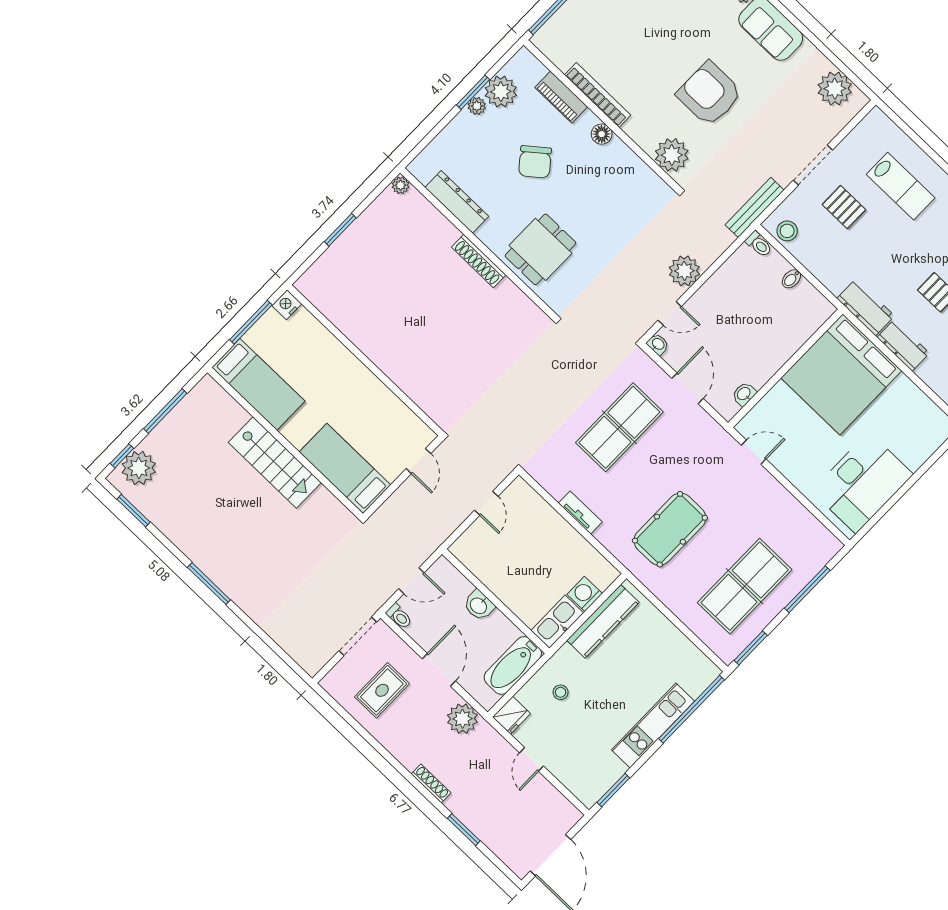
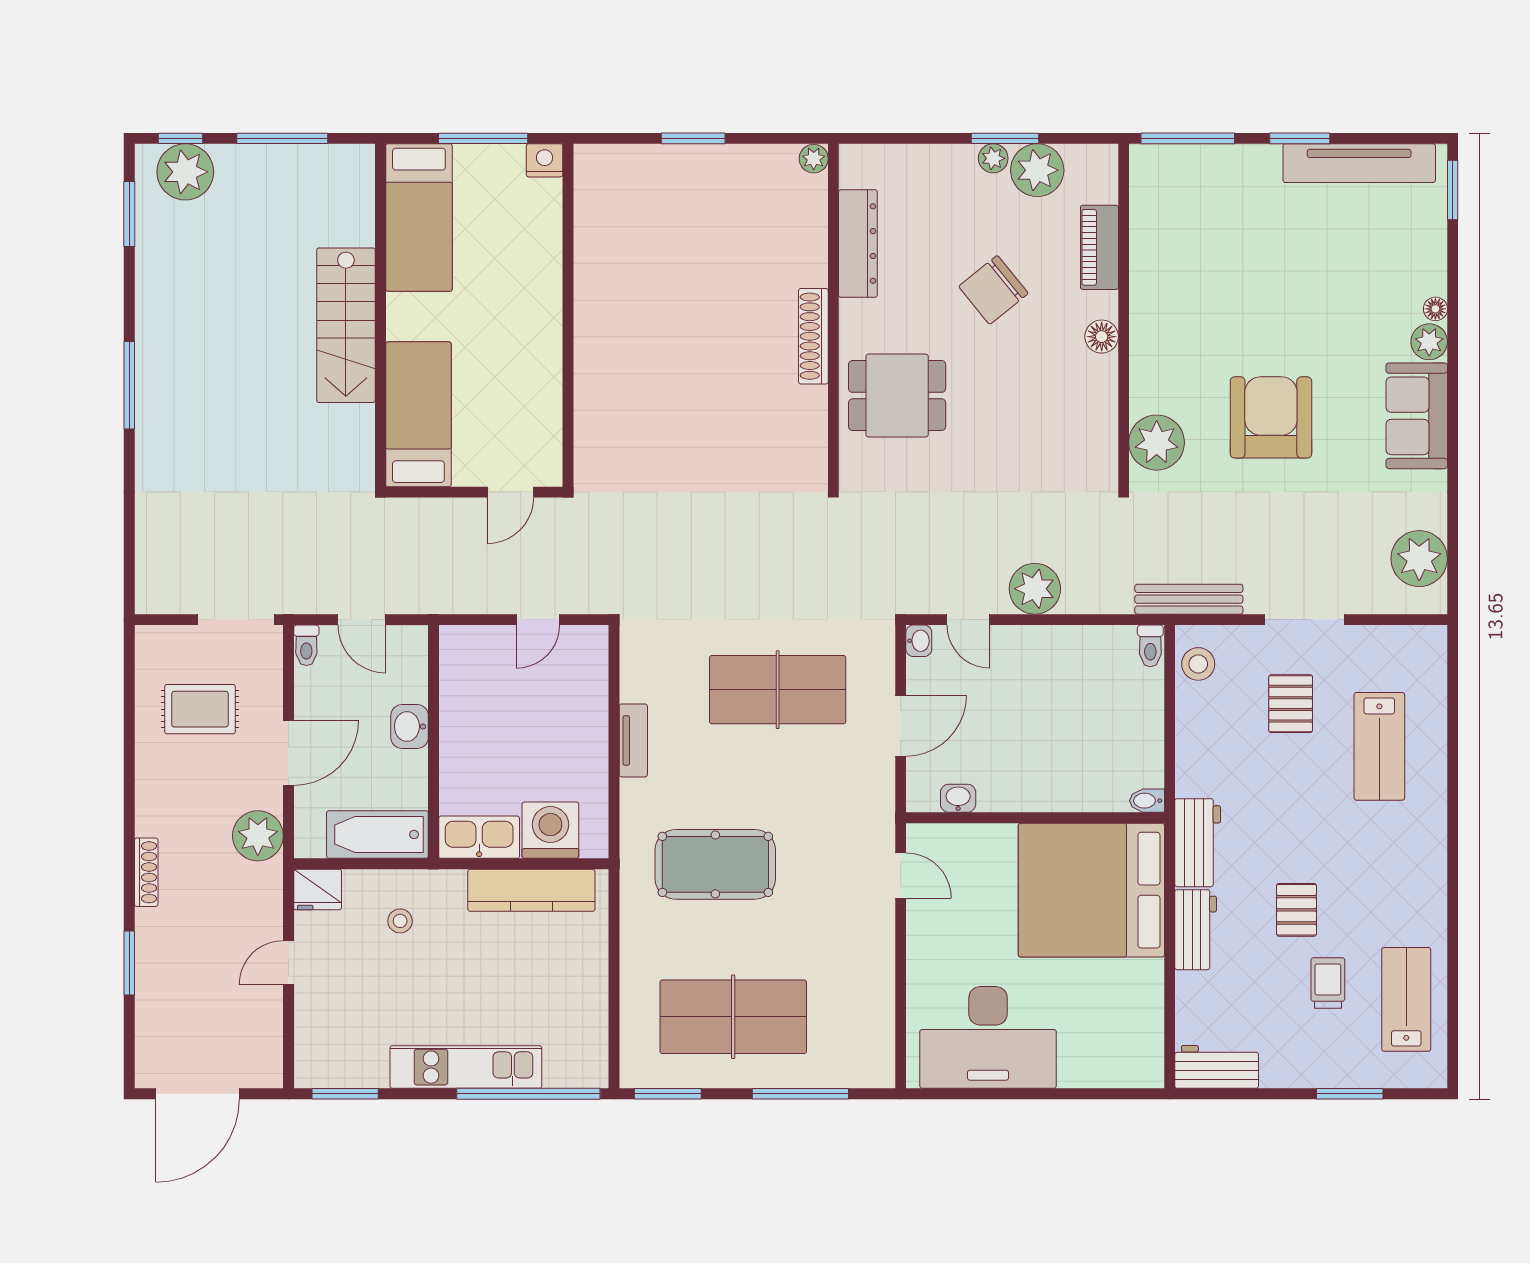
bookcase: (598, 95) -> (1143, 288), removed
bidet: (791, 279) -> (1147, 801), moved
washing machine: (585, 594) -> (550, 830), width x1.37, depth x1.37

